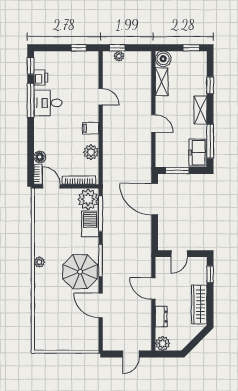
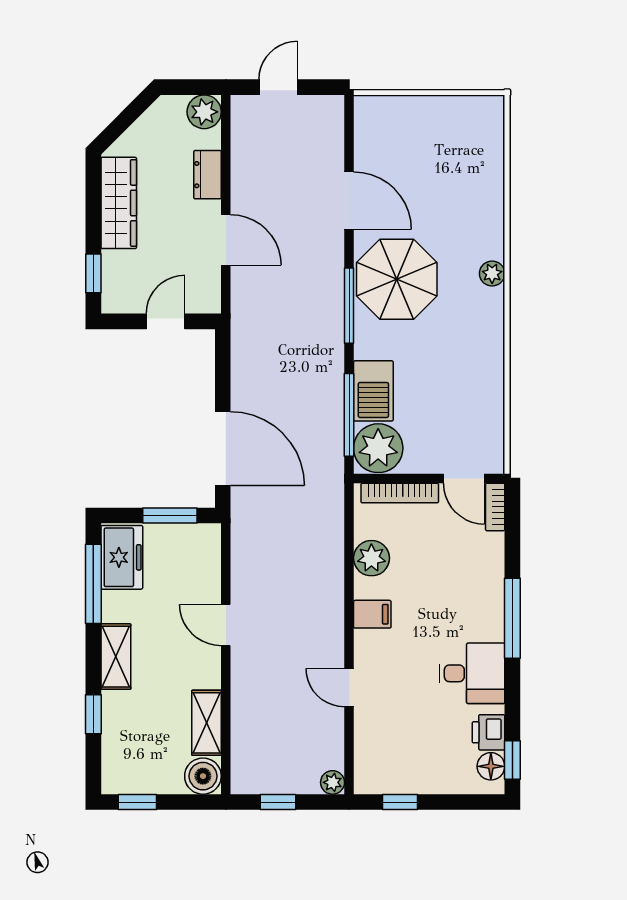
window: (117, 48) -> (278, 802), moved
plant: (119, 56) -> (333, 782), moved
window: (31, 101) -> (512, 618), moved
floor lamp: (40, 157) -> (491, 766), moved
plant: (39, 262) -> (492, 274), moved

